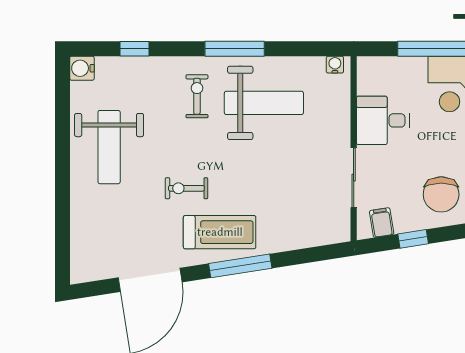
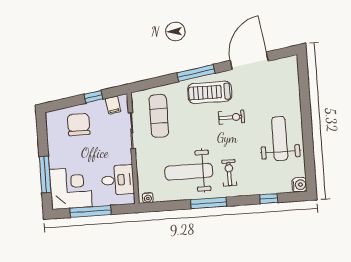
exercise bike: (197, 96) -> (229, 173), turned 180
desk: (383, 120) -> (118, 180), moved
exercise mat: (307, 199) -> (159, 116), added

